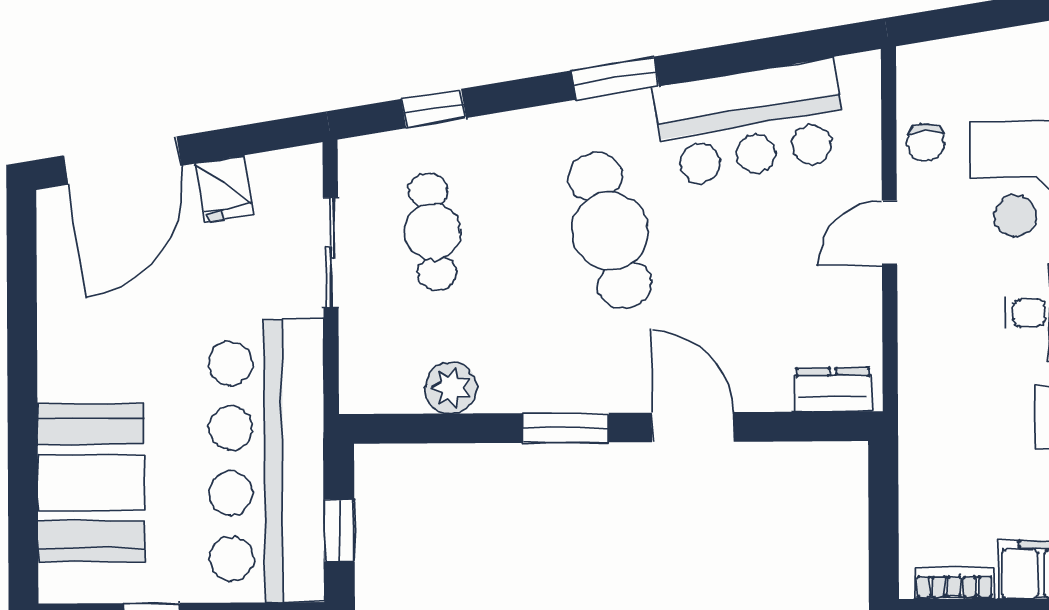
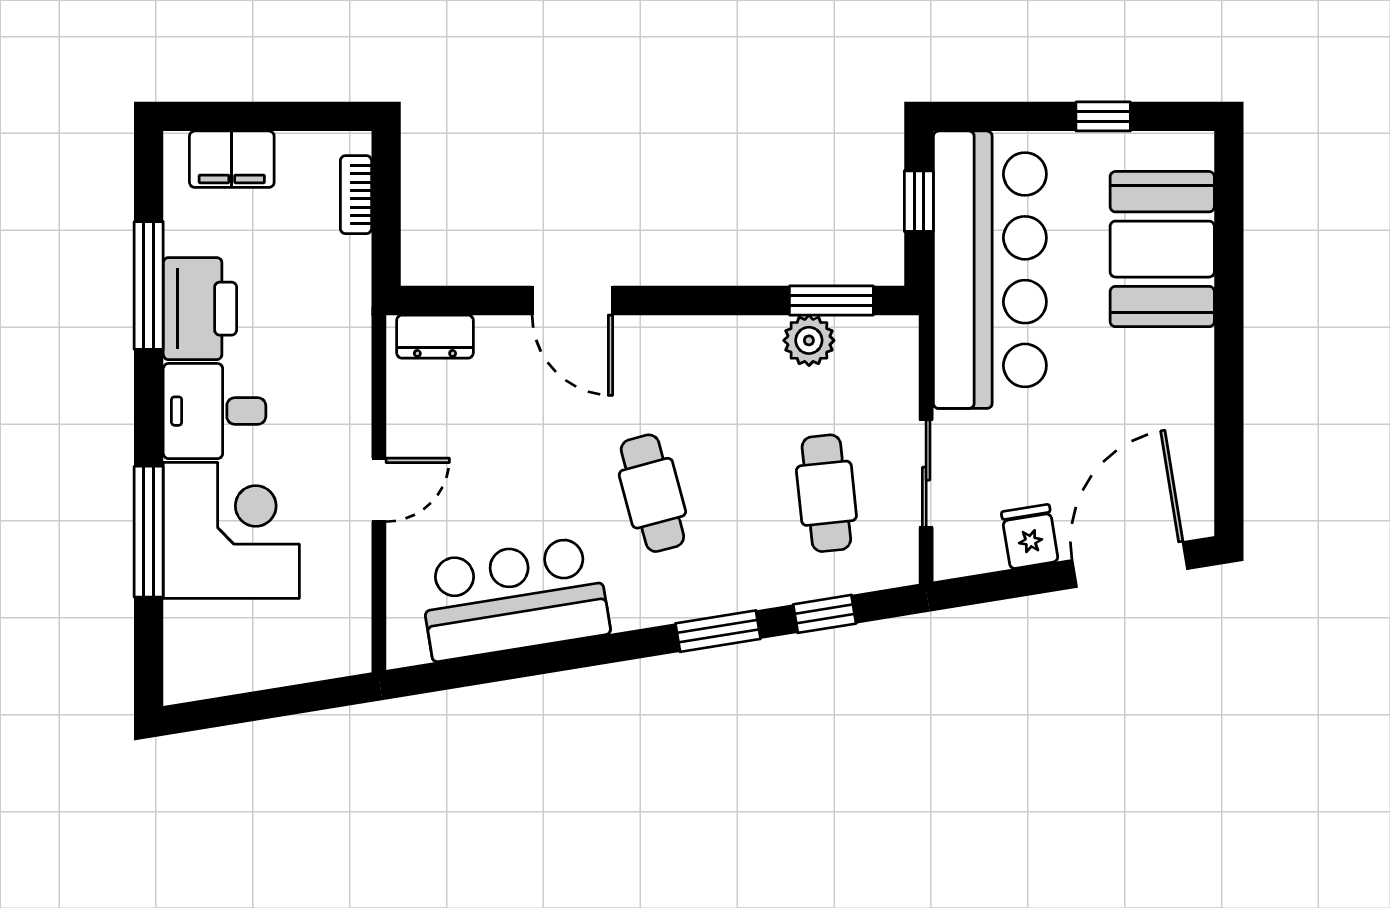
window: (615, 78) -> (718, 631), moved
chair: (926, 142) -> (343, 578), removed
cafe table: (610, 231) -> (652, 493), width x0.73, depth x0.74
window: (566, 428) -> (831, 301), moved
bookcase: (954, 583) -> (356, 195), moved, turned 90

